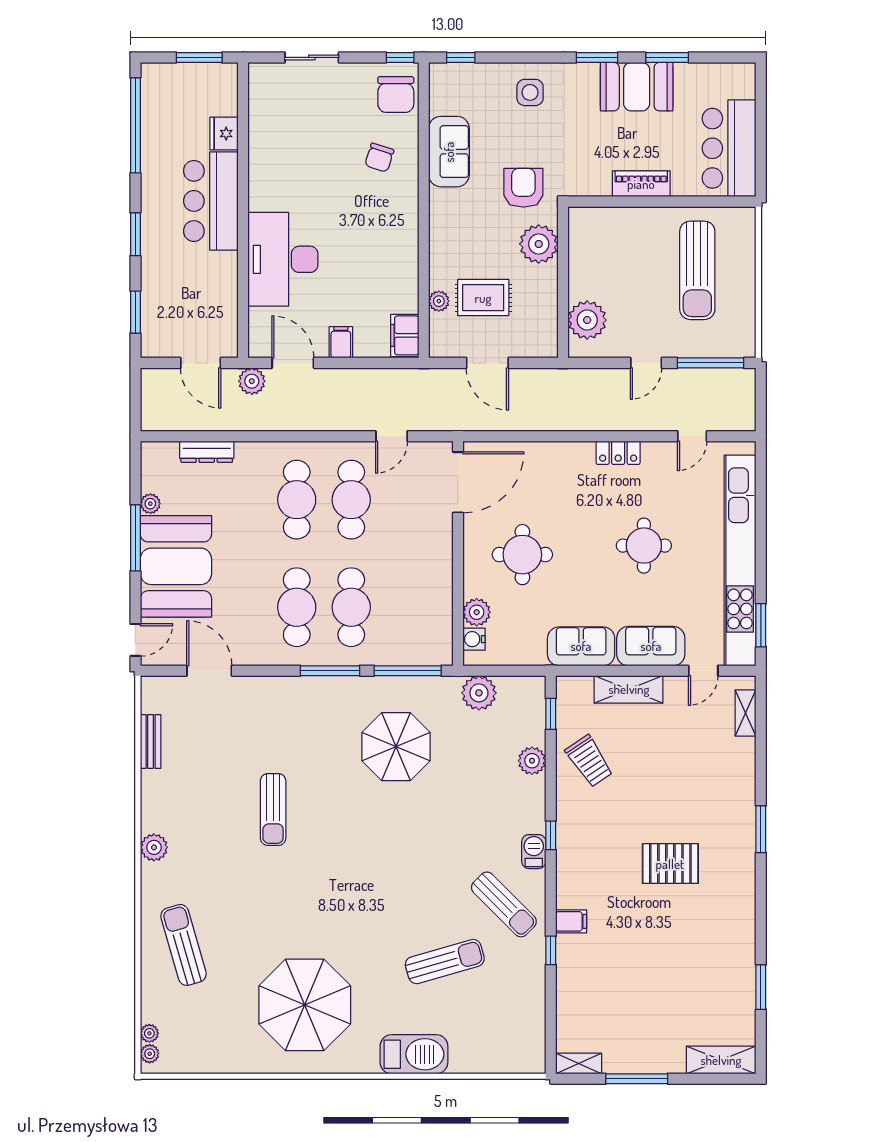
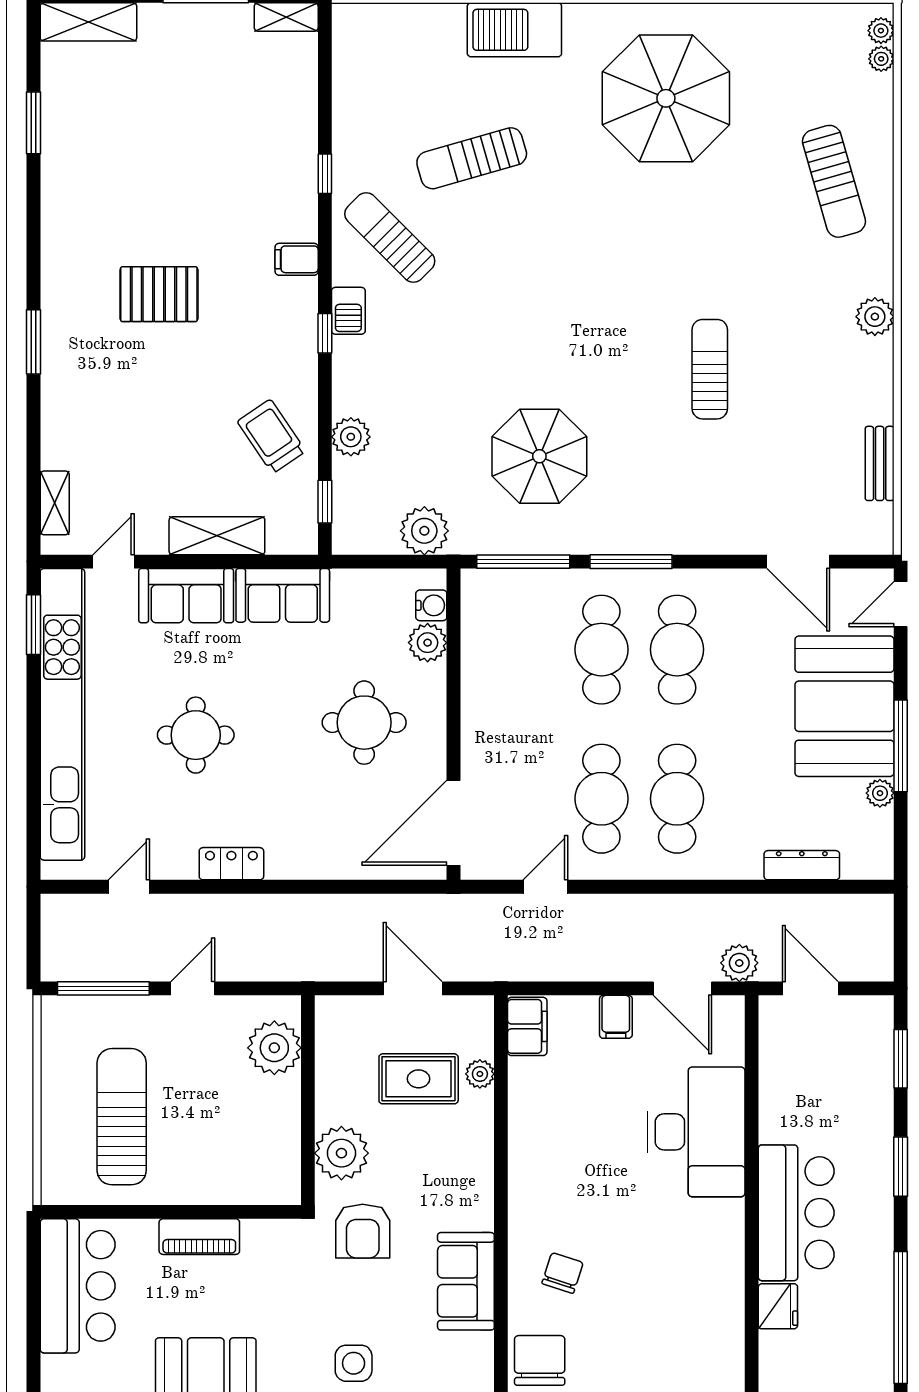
filing cabinet: (571, 921) -> (297, 259), moved

